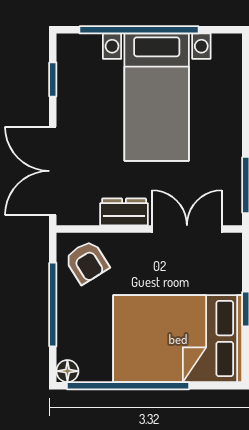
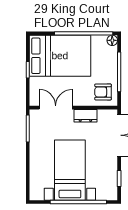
double door: (187, 229) -> (56, 108), swing flipped
armchair: (87, 262) -> (103, 92), turned -58

